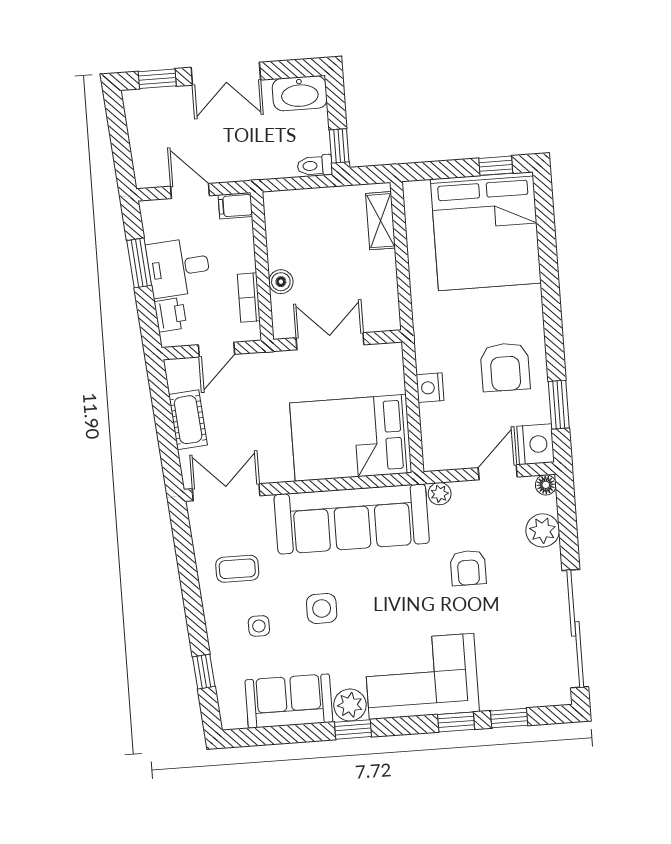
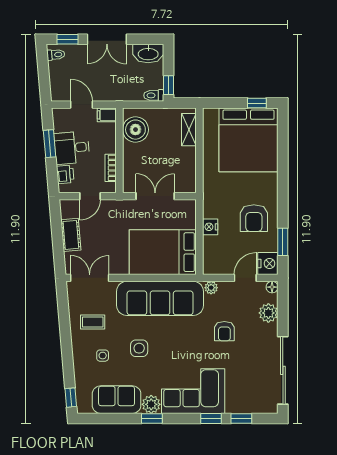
toilet: (139, 107) -> (56, 55), added
boiler: (281, 282) -> (135, 130), moved, width x1.86, depth x1.86
window: (204, 672) -> (71, 398), moved

